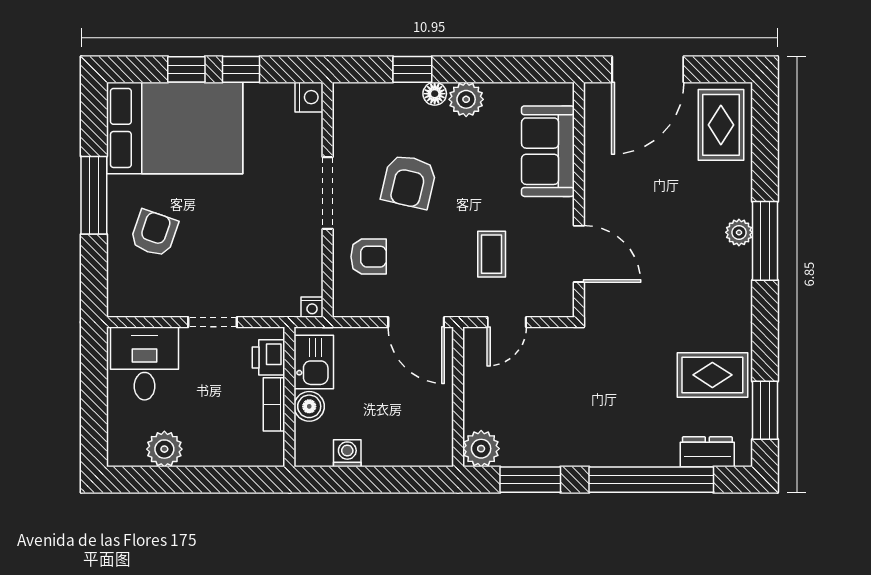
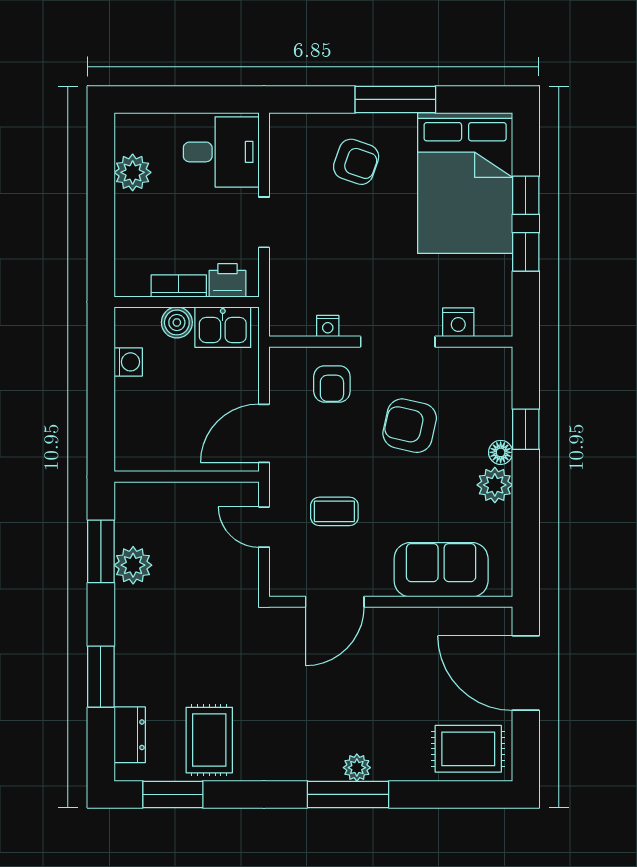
nightstand: (309, 97) -> (458, 322), moved
nightstand: (312, 307) -> (328, 326), moved, turned -90
plant: (481, 449) -> (133, 565), moved
window: (651, 480) -> (101, 677), width x0.47

